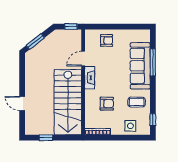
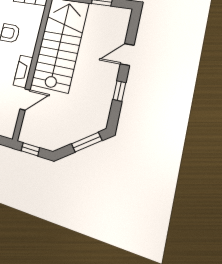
window: (22, 79) -> (119, 91), added
door: (22, 103) -> (127, 55), swing flipped

